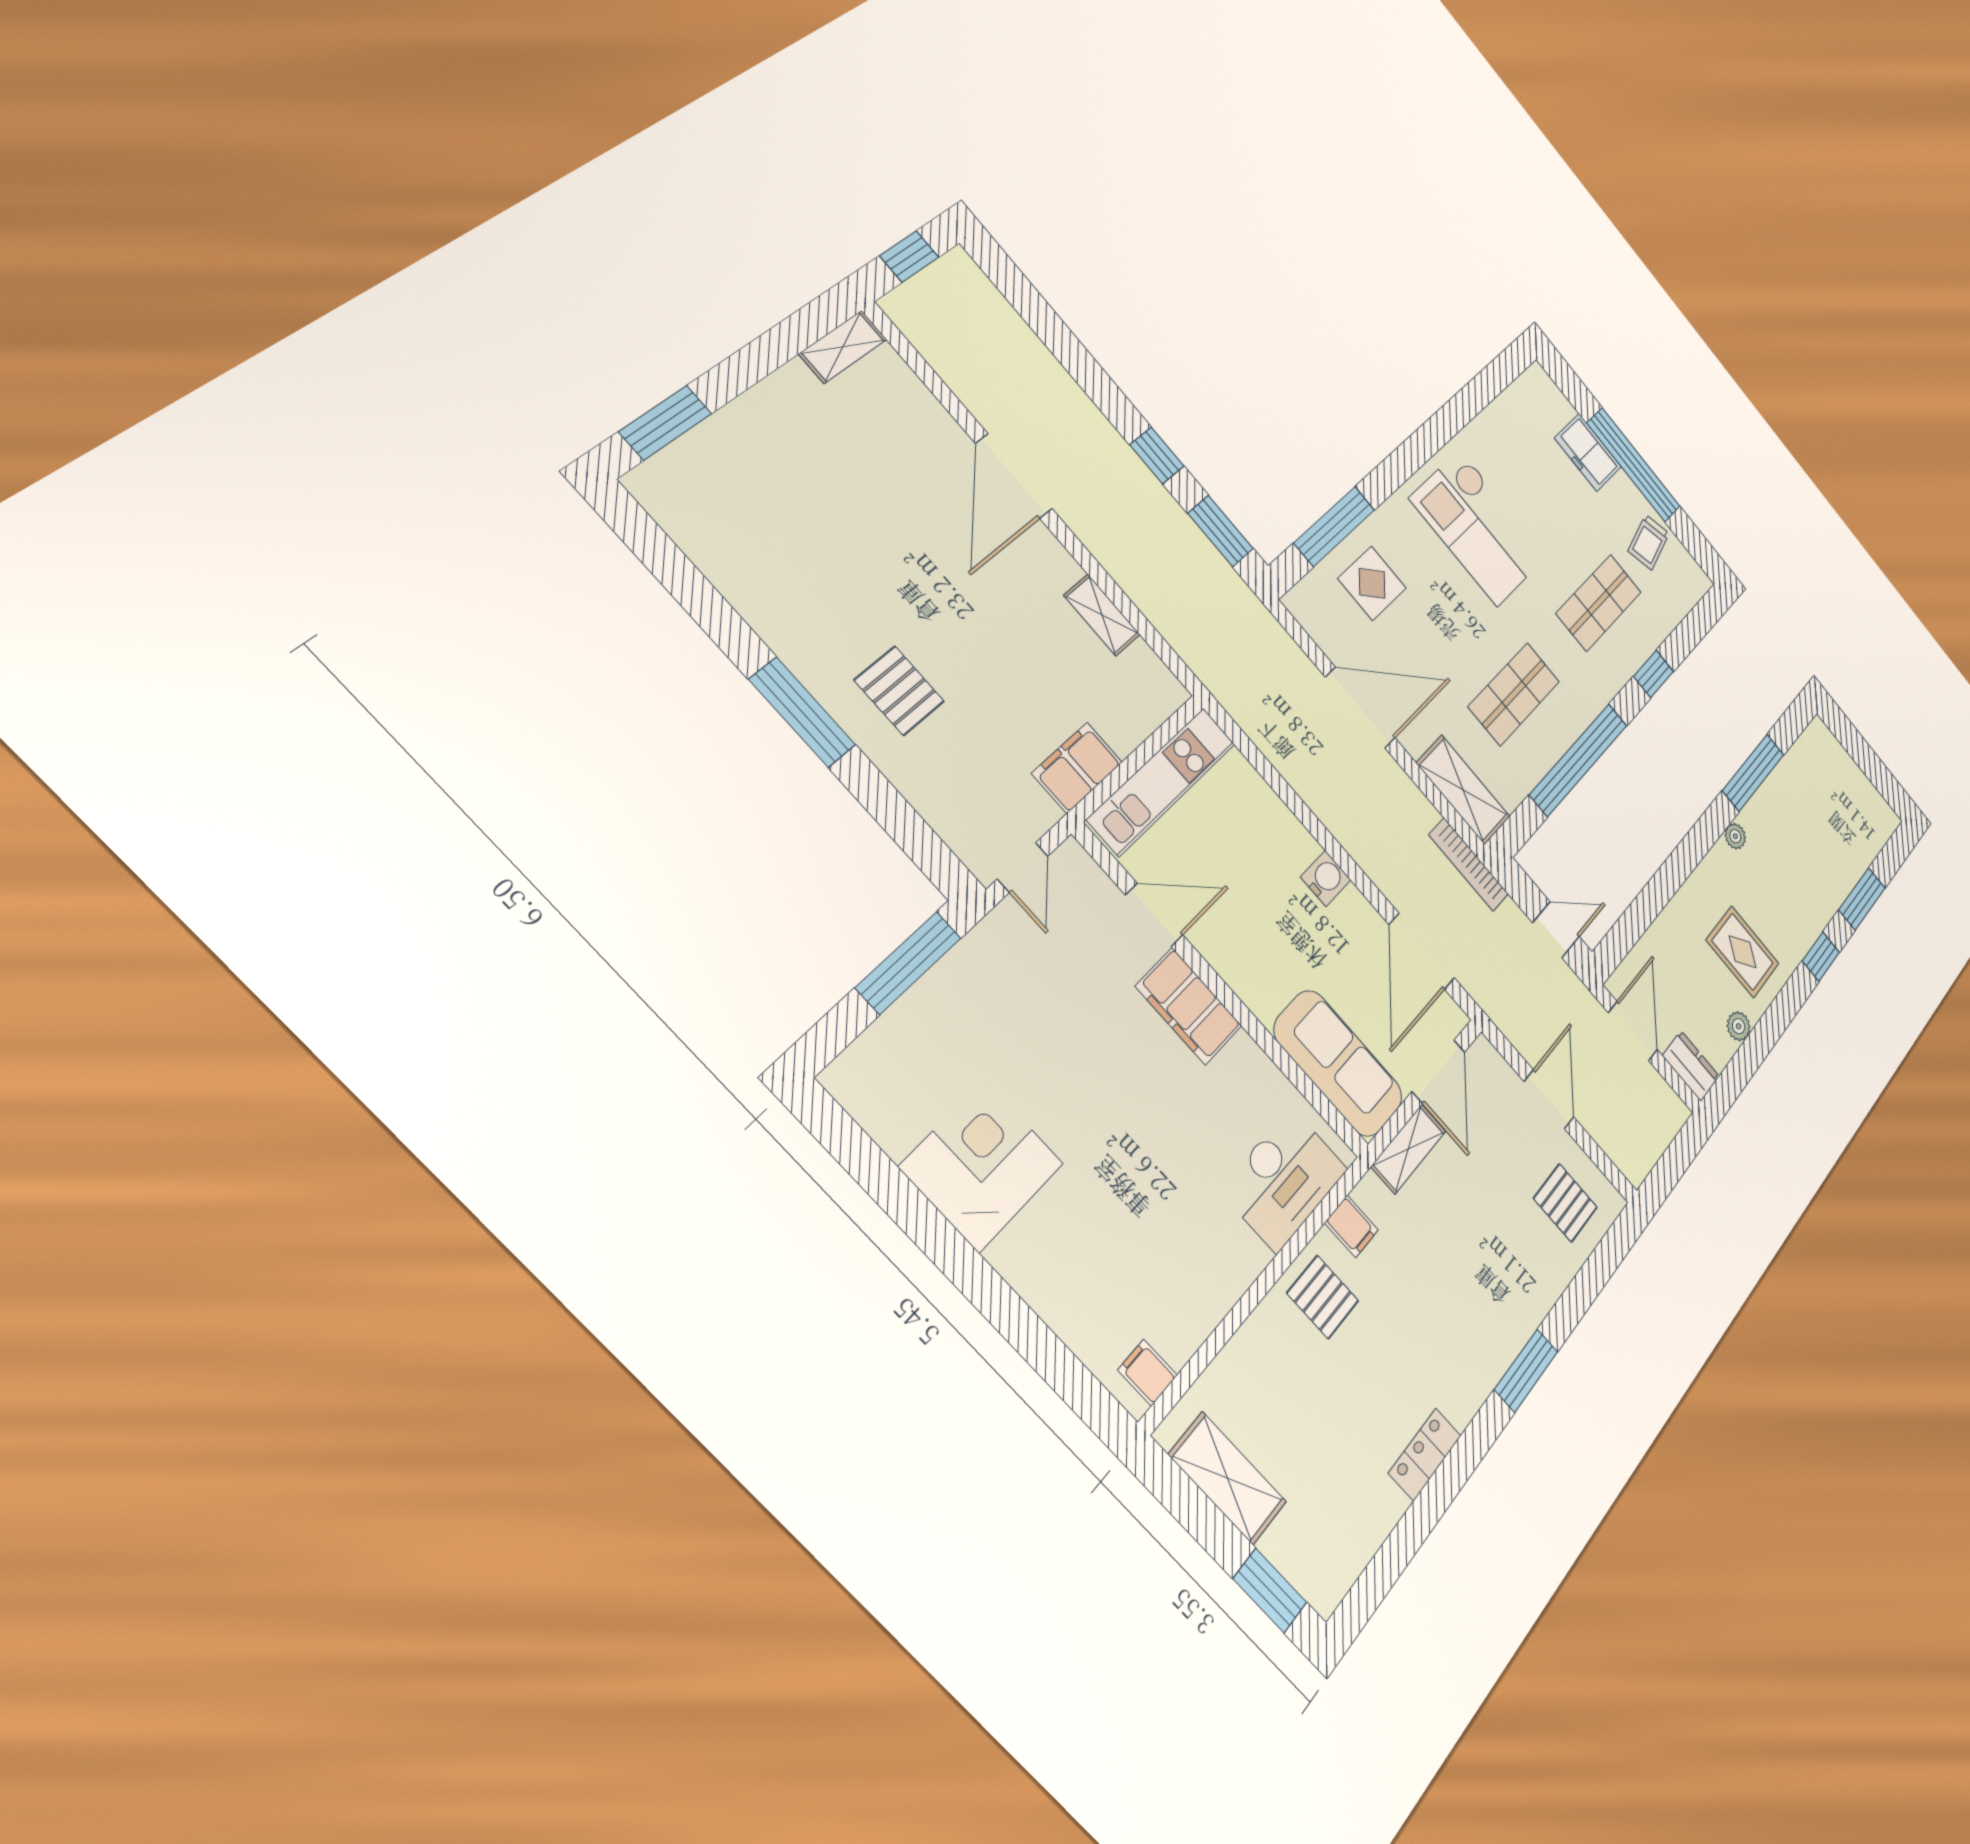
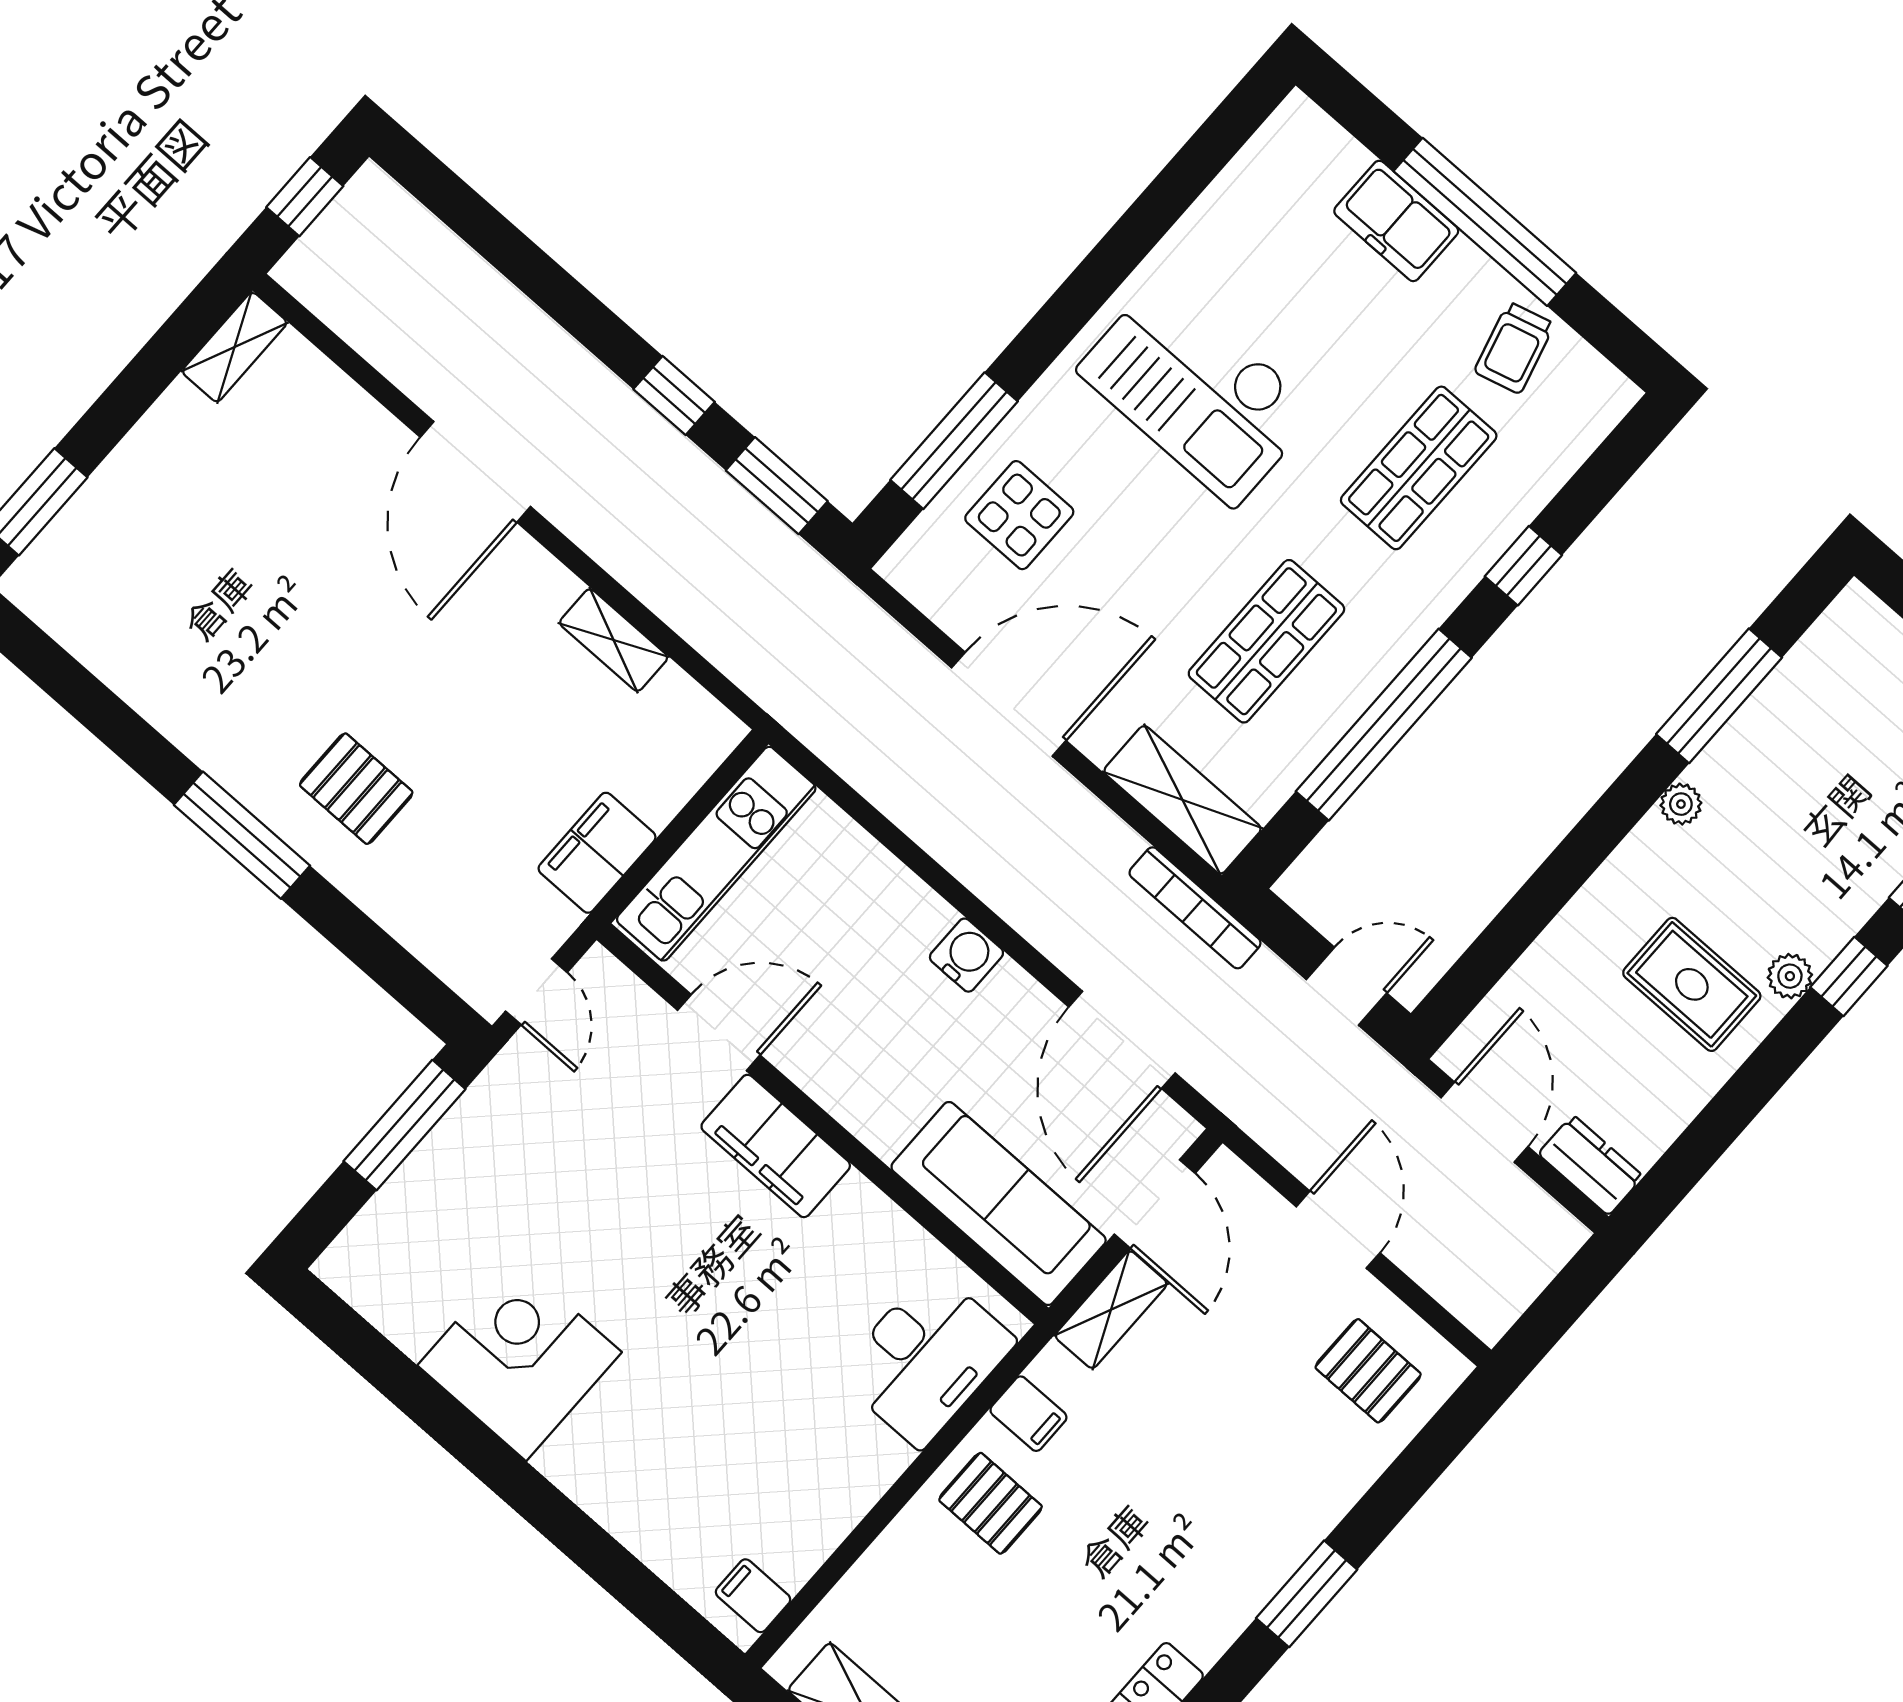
plant: (1739, 1026) -> (1790, 976), moved

